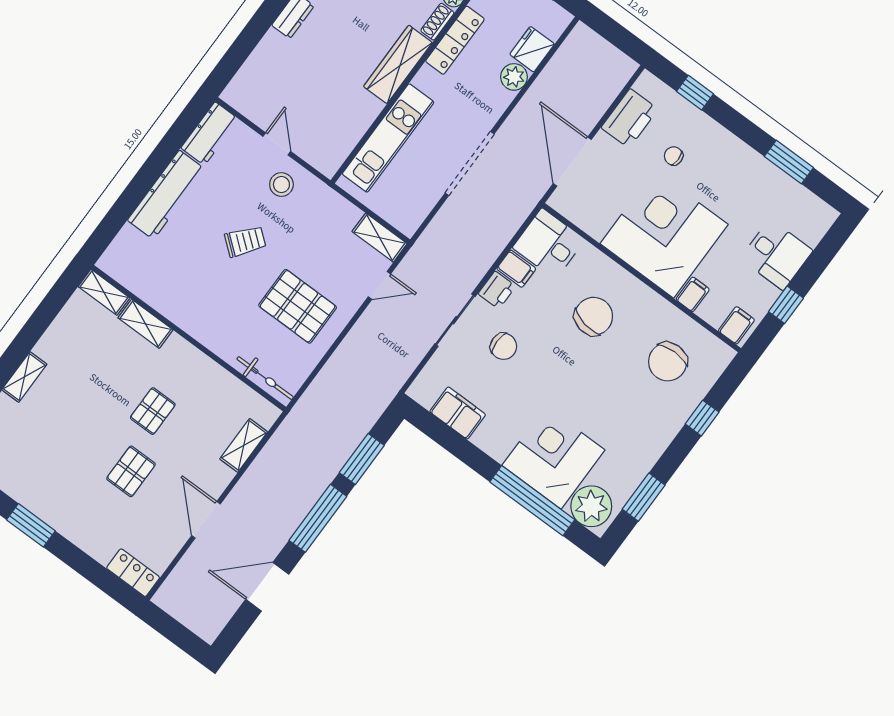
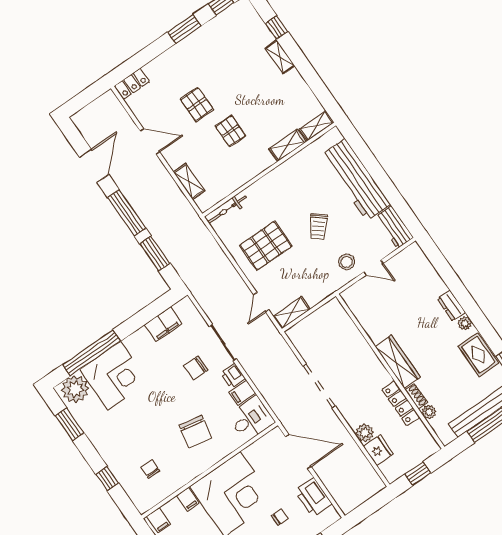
kitchen unit: (388, 138) -> (353, 340), removed
workbench: (166, 195) -> (356, 180), width x1.36, depth x1.32
chair: (668, 362) -> (150, 469), width x0.54, depth x0.54

